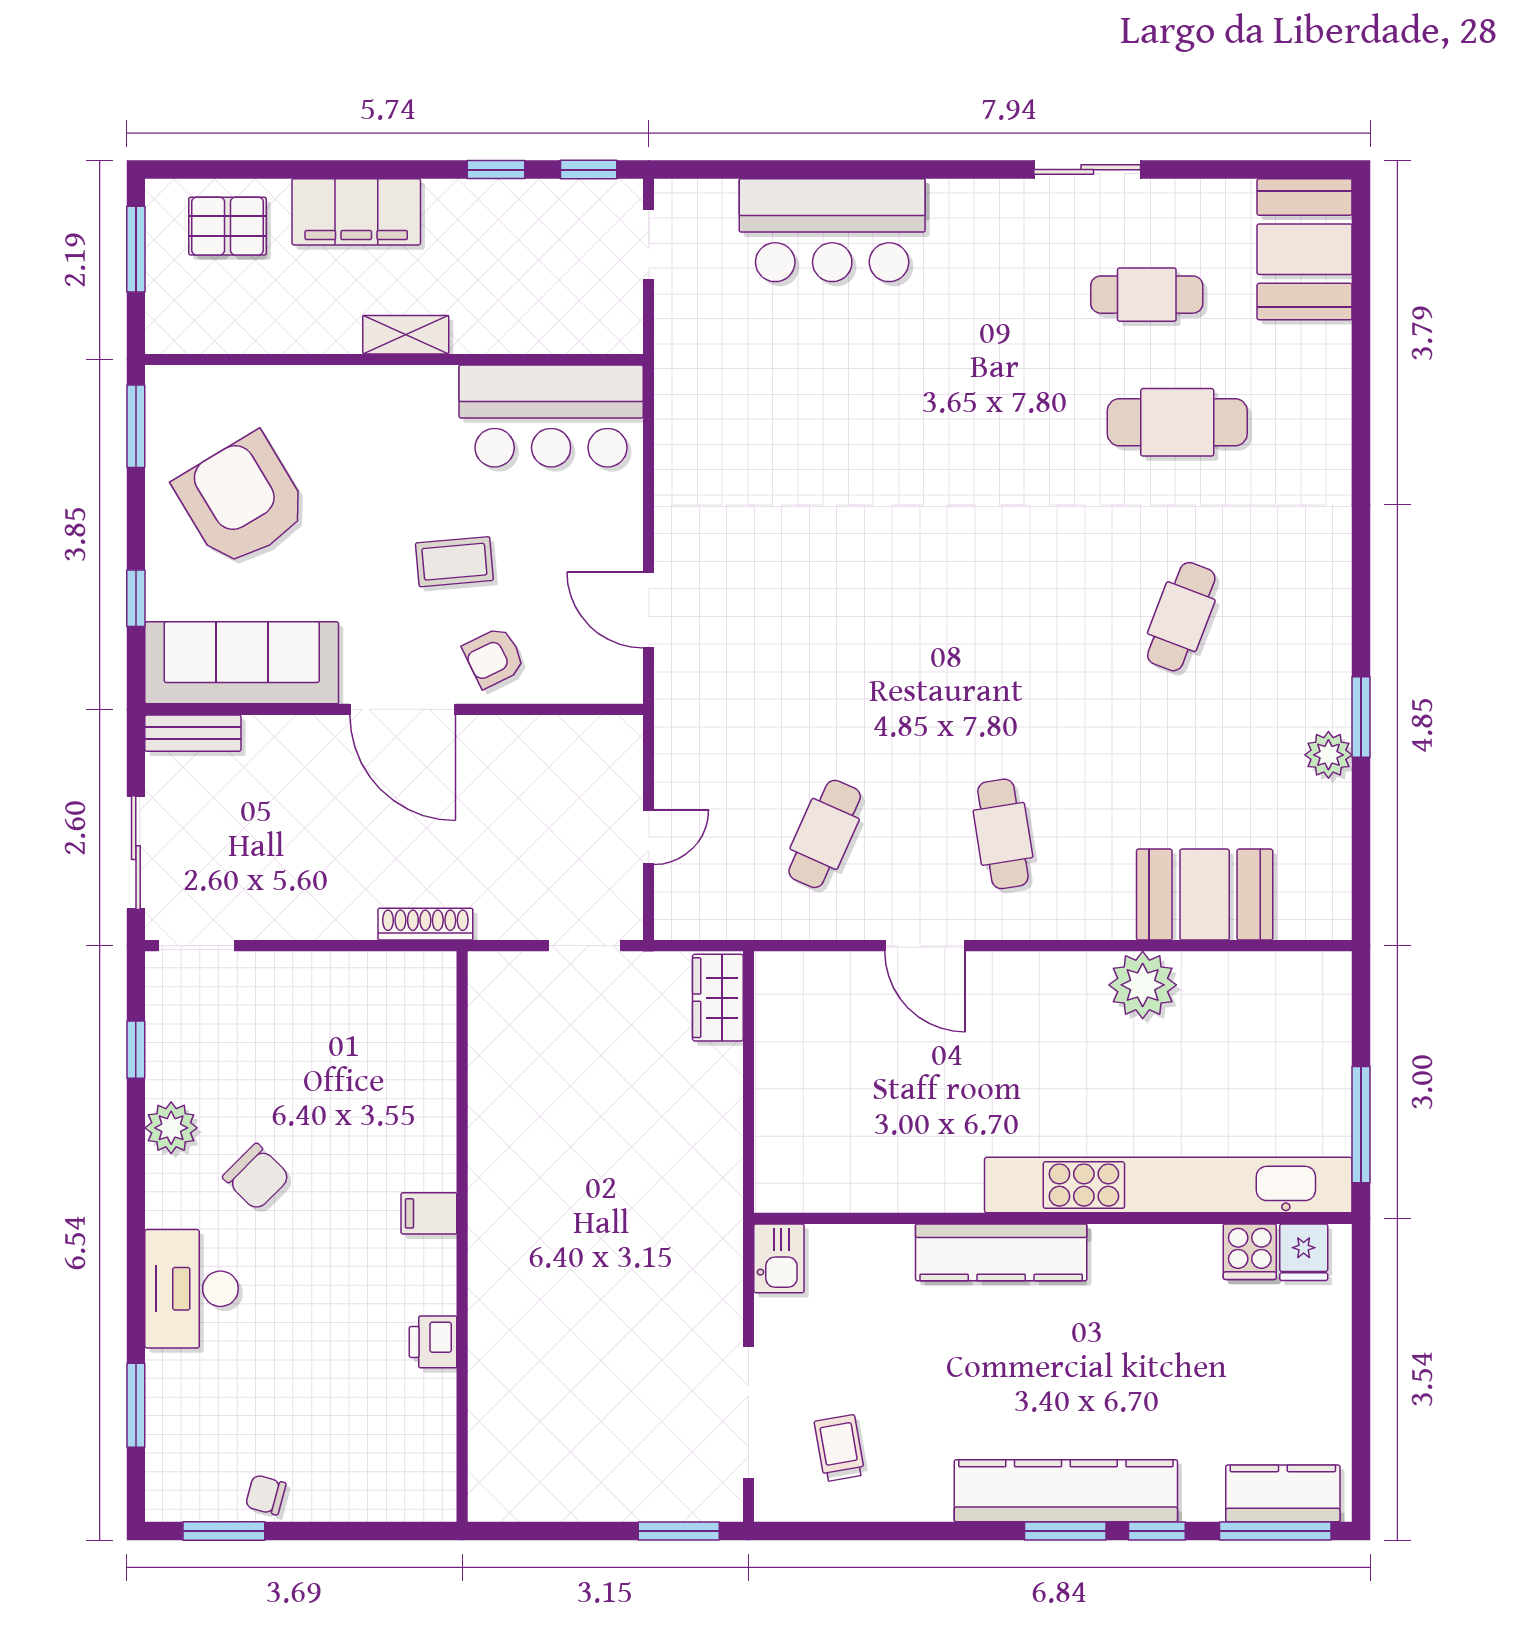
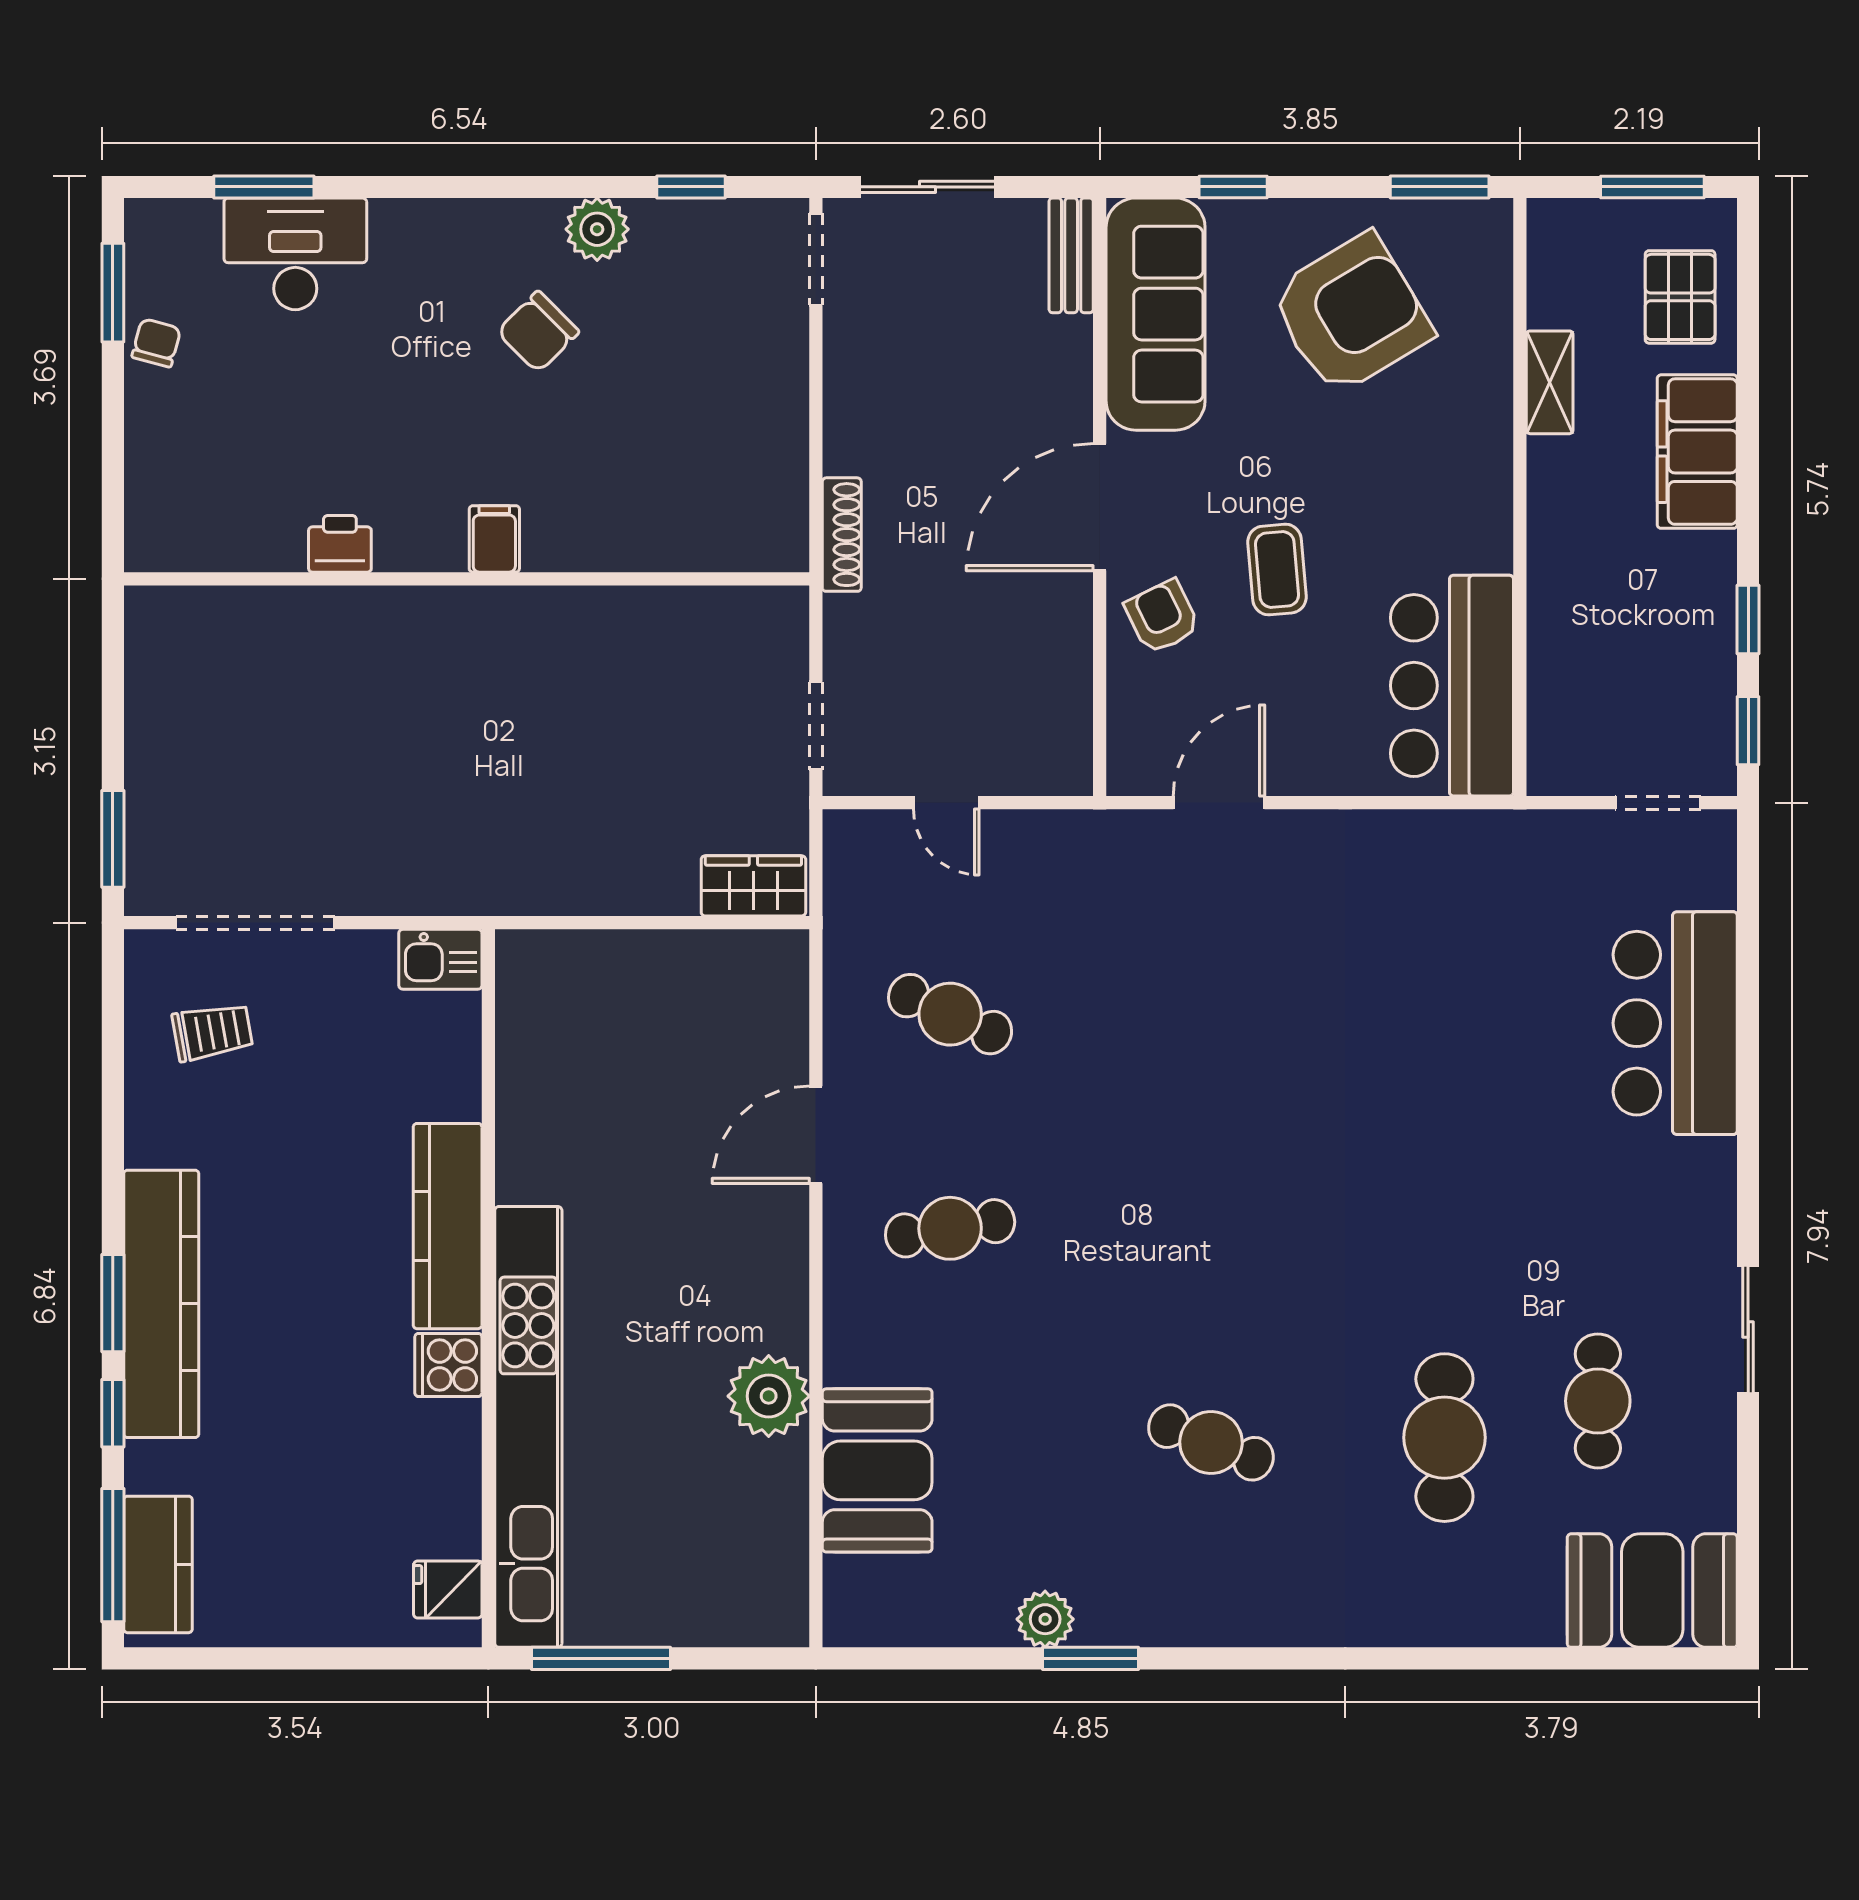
shelving: (406, 335) -> (1550, 382), moved
cooker: (1250, 1252) -> (448, 1365), moved
desk: (192, 1289) -> (295, 254), moved

